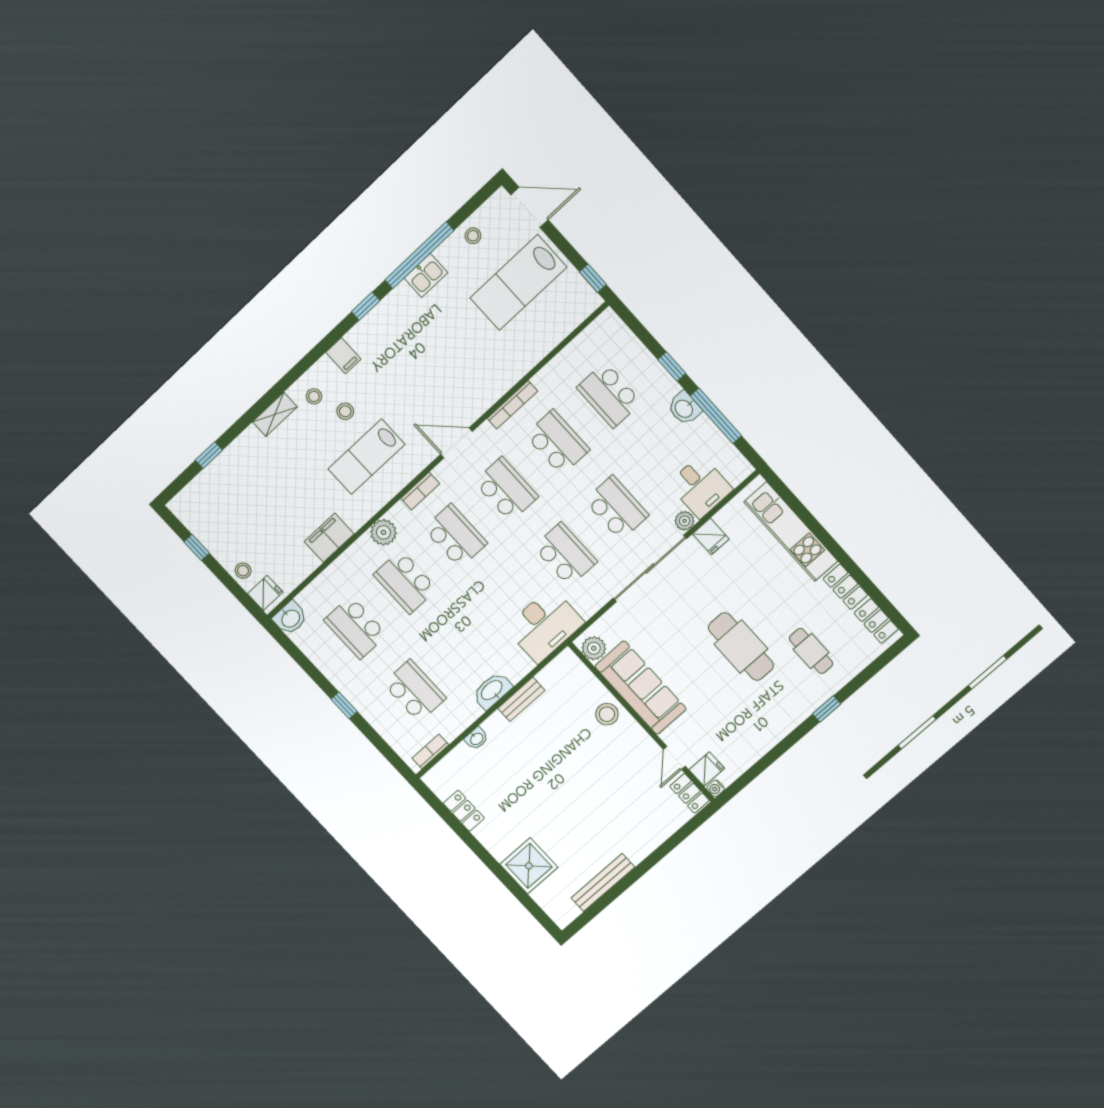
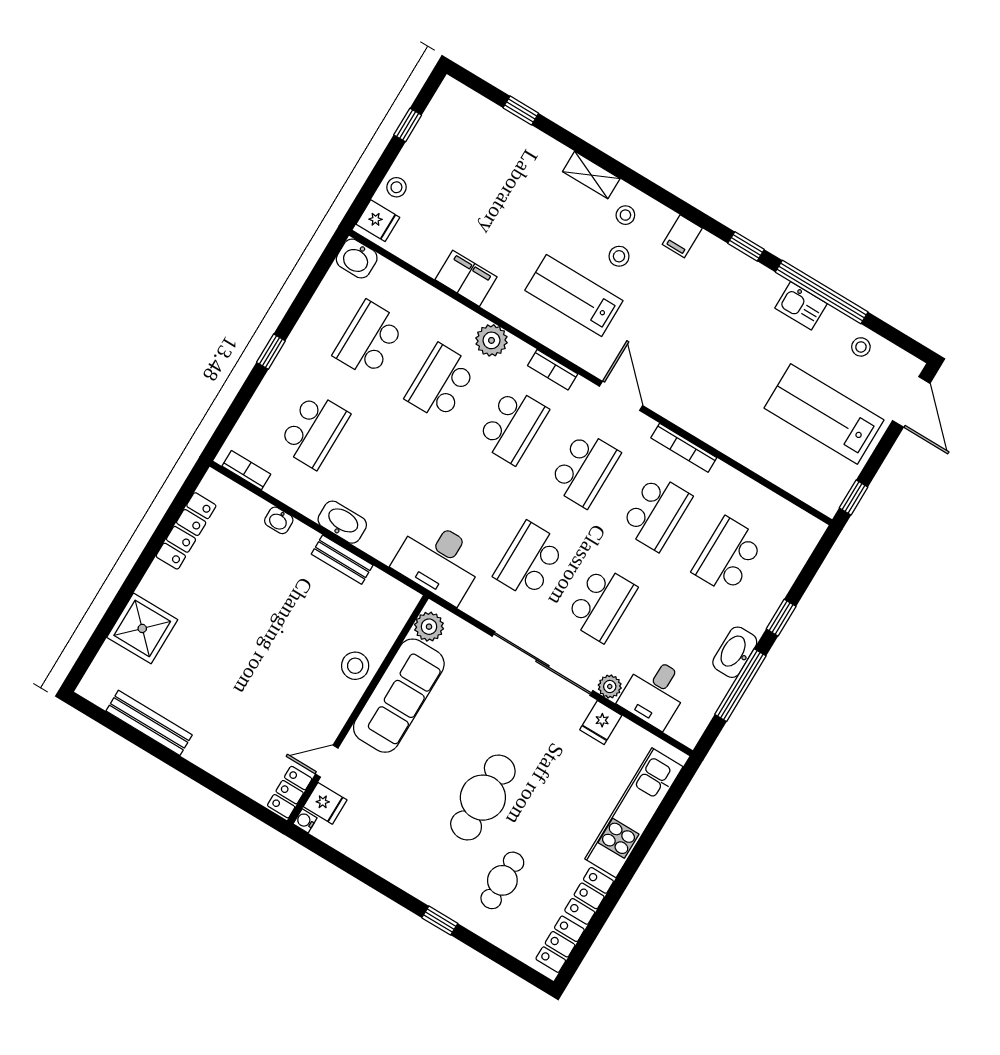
washbasin: (684, 408) -> (735, 652), width x1.38
school desk: (565, 554) -> (529, 560), turned 180
locker: (464, 811) -> (186, 531), width x1.53

